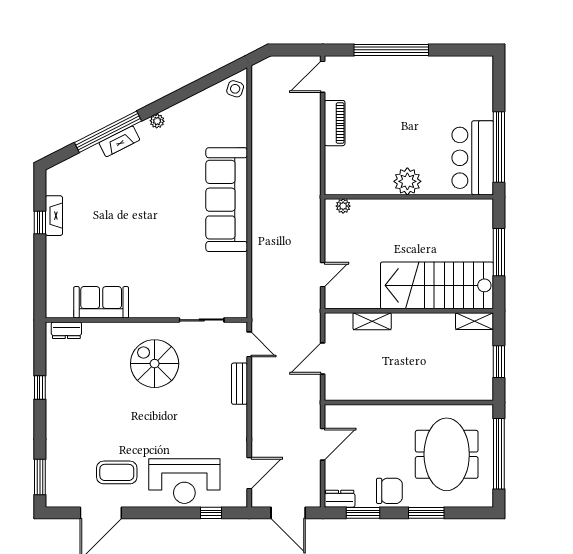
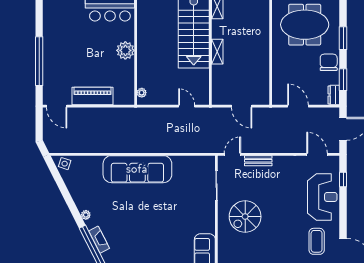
piano: (335, 123) -> (93, 96), width x1.37, depth x1.33
shelving: (372, 321) -> (217, 52), moved

